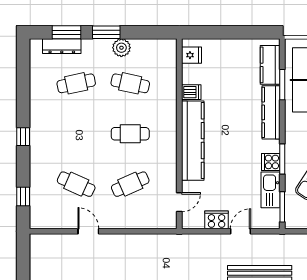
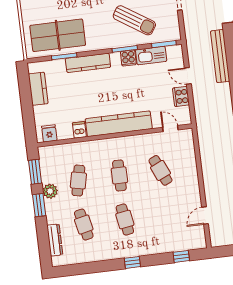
window: (66, 32) -> (35, 172), moved
kitchen counter: (270, 65) -> (38, 89), moved, turned -90
cafe table: (76, 184) -> (125, 220), moved, turned -33
door: (88, 231) -> (205, 215), moved

